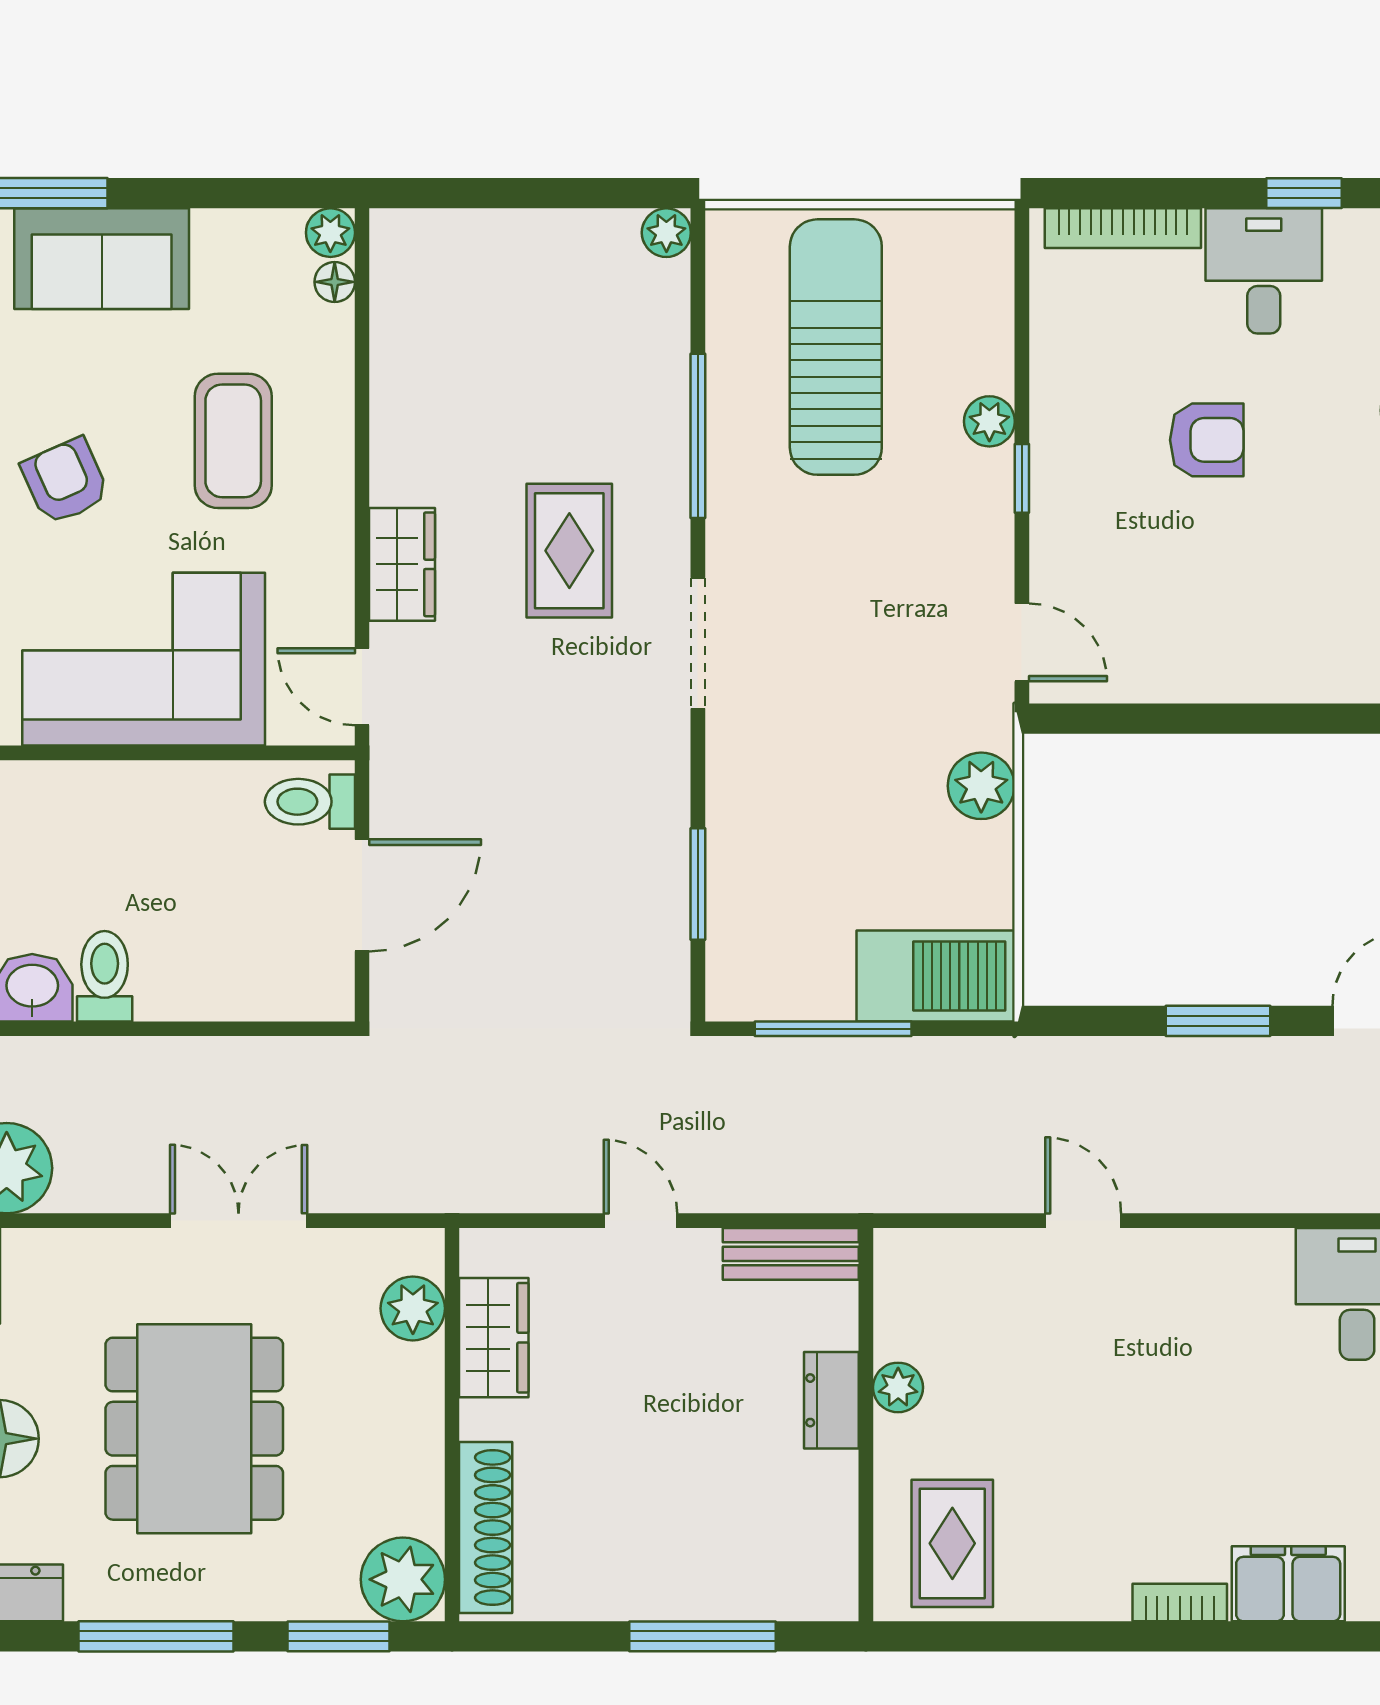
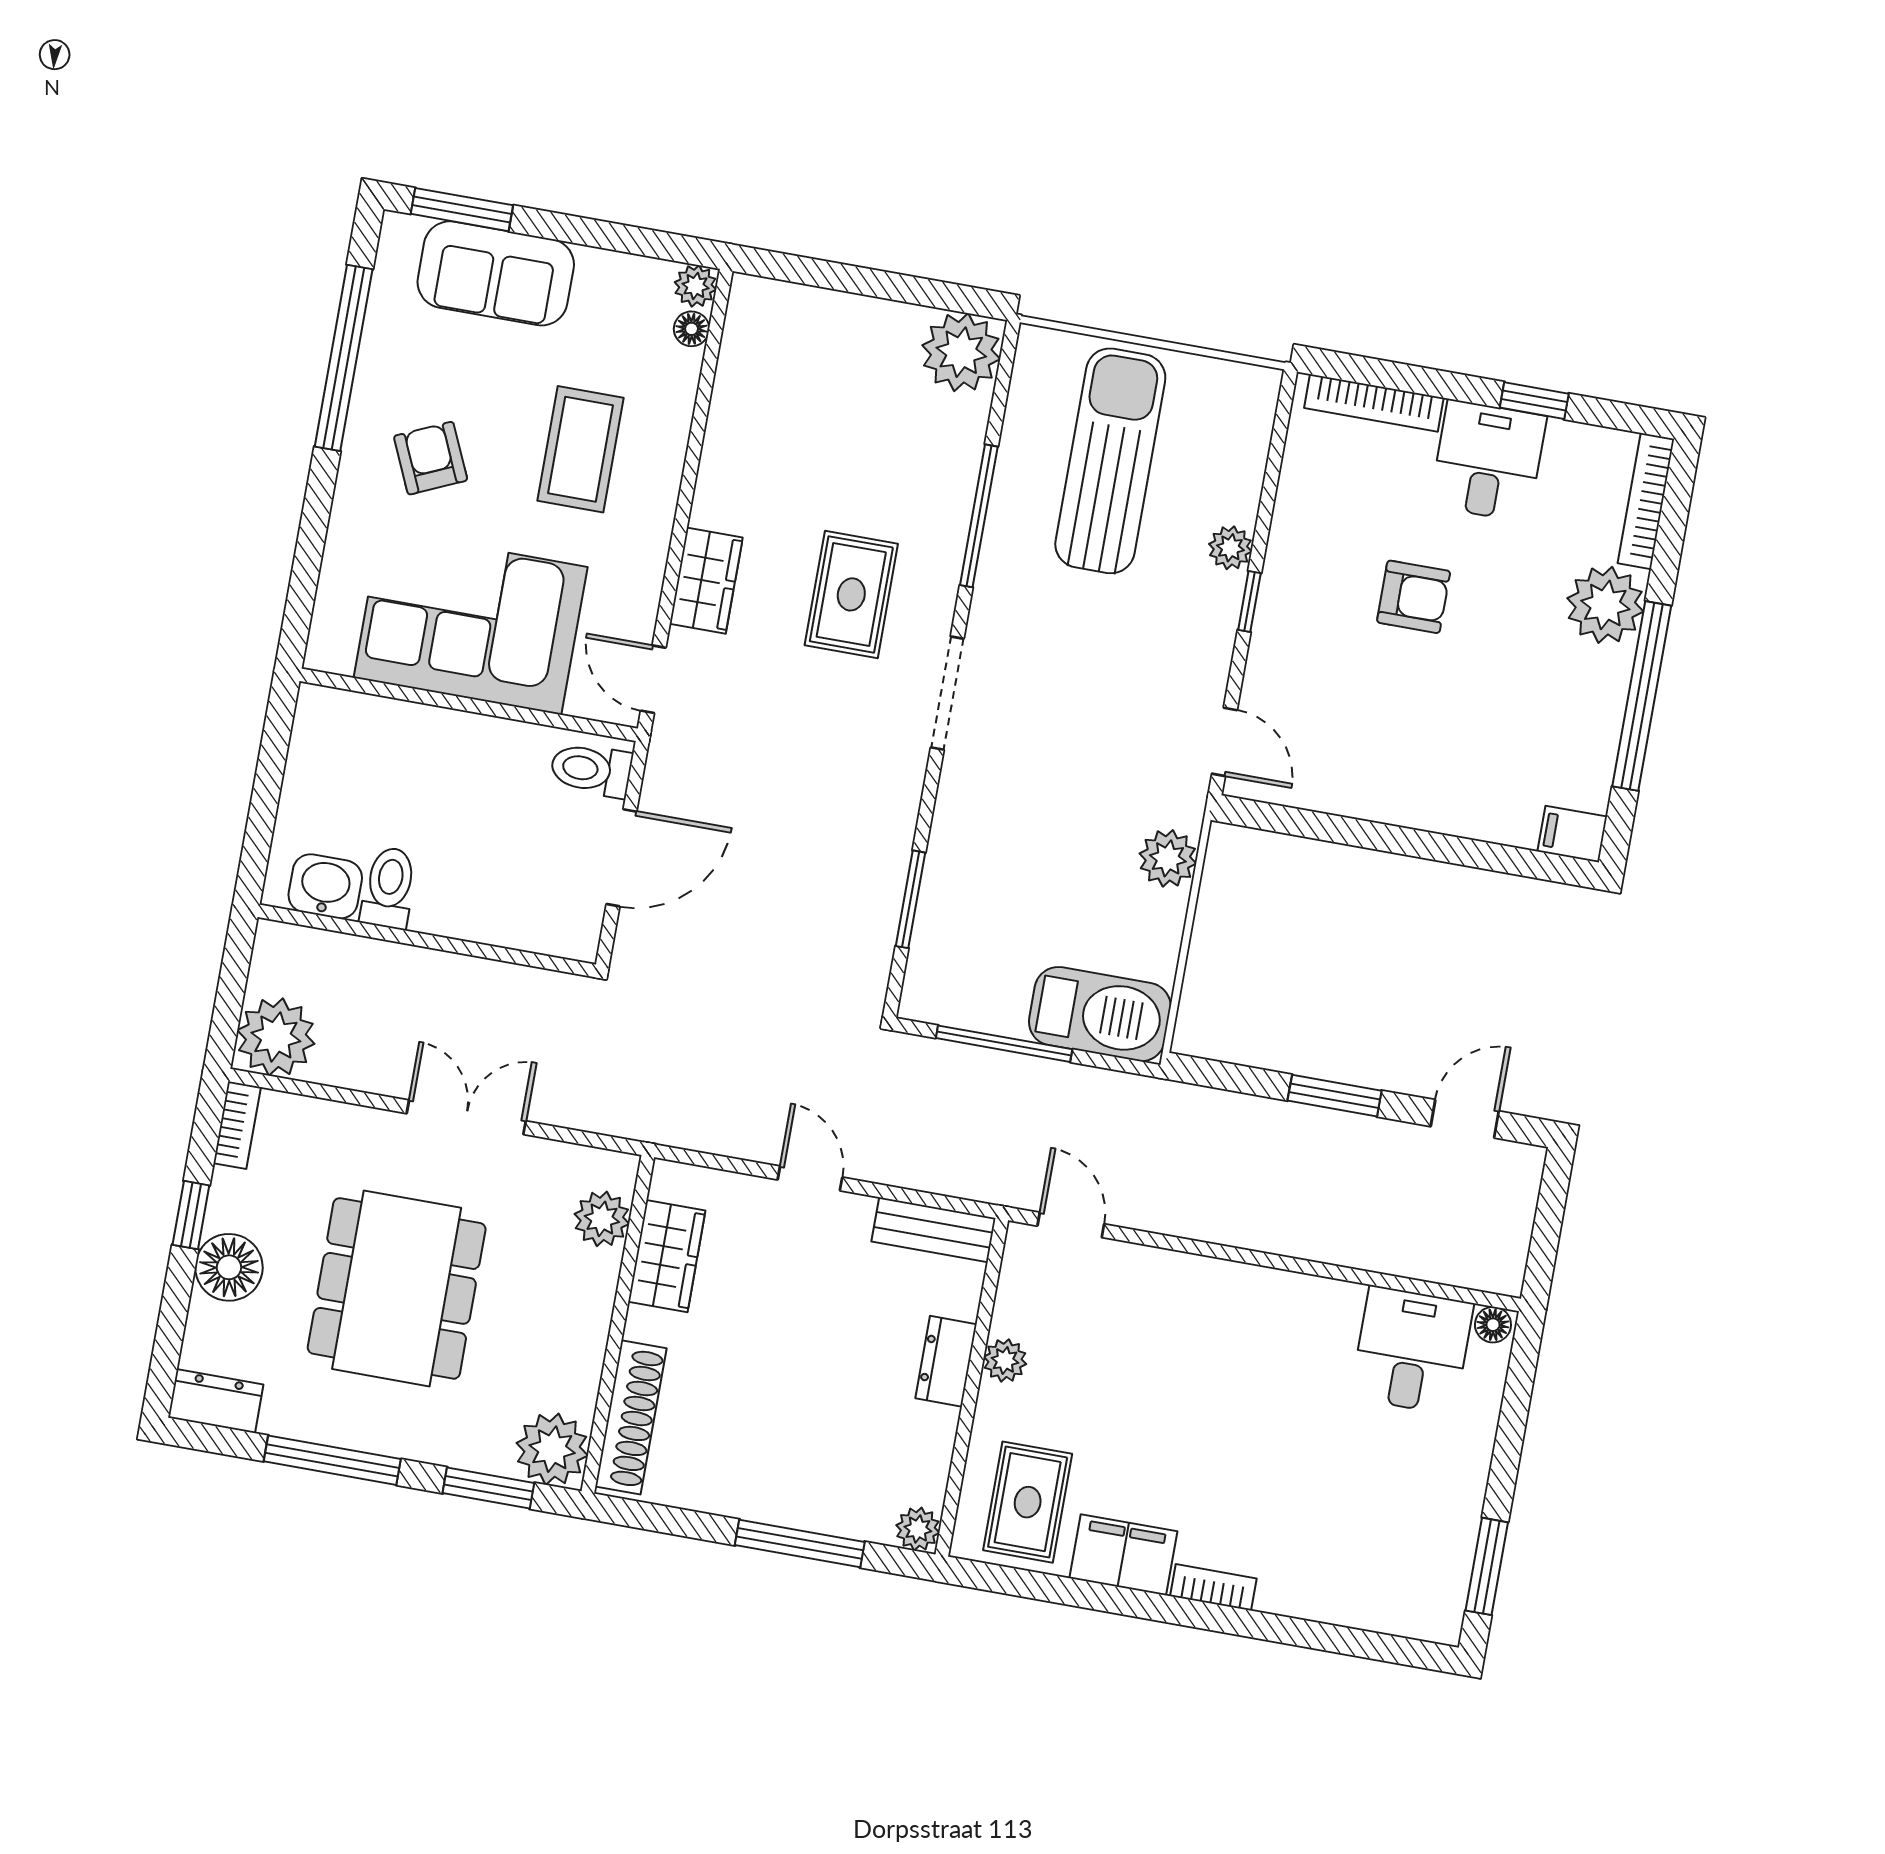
plant: (666, 233) -> (961, 352), width x1.88, depth x1.88
door: (1083, 1221) -> (1071, 1225), moved
filing cabinet: (1288, 1584) -> (1123, 1555), moved
plant: (833, 1596) -> (918, 1529), added

